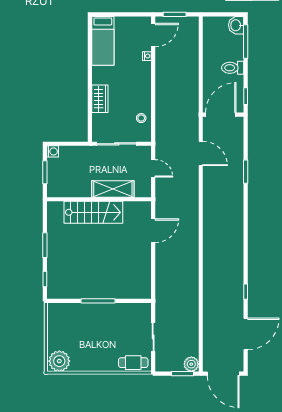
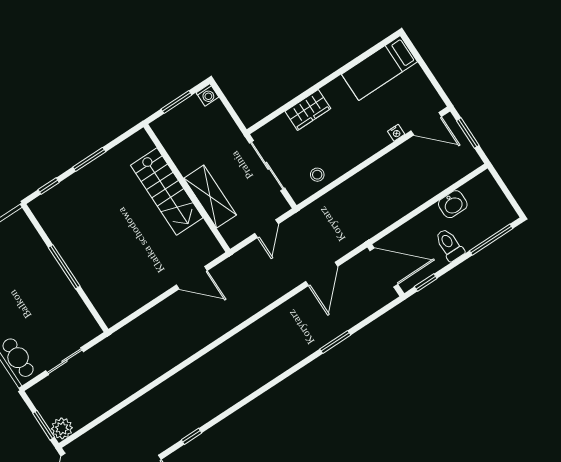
washbasin: (236, 25) -> (453, 204), moved, turned 180

